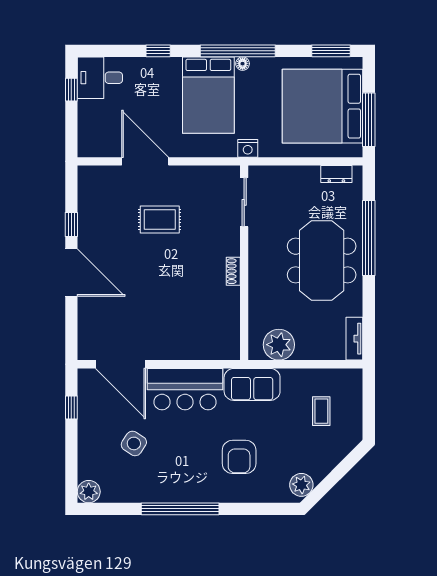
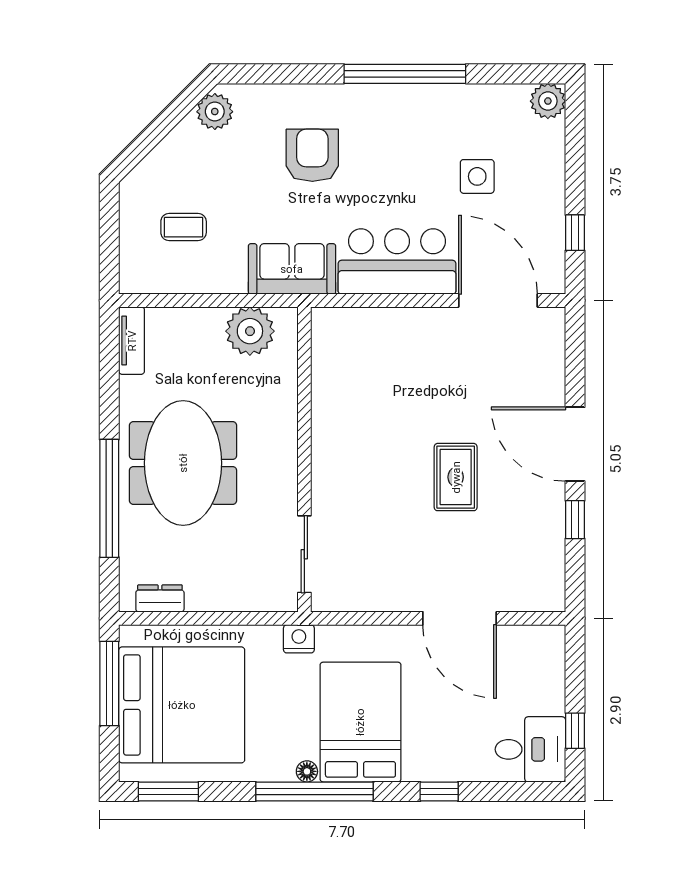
rug: (160, 219) -> (456, 477), moved, turned 90
shoe rack: (233, 271) -> (321, 446), removed
coffee table: (321, 411) -> (184, 227), turned 90
side table: (134, 443) -> (477, 176), turned -33

